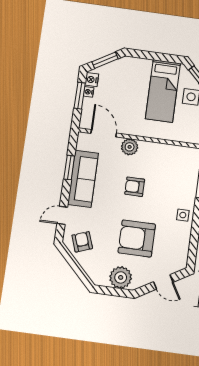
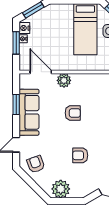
armchair: (135, 187) -> (73, 113), turned 180
armchair: (137, 238) -> (80, 155), width x0.53, depth x0.53
plant: (121, 277) -> (61, 189), moved

